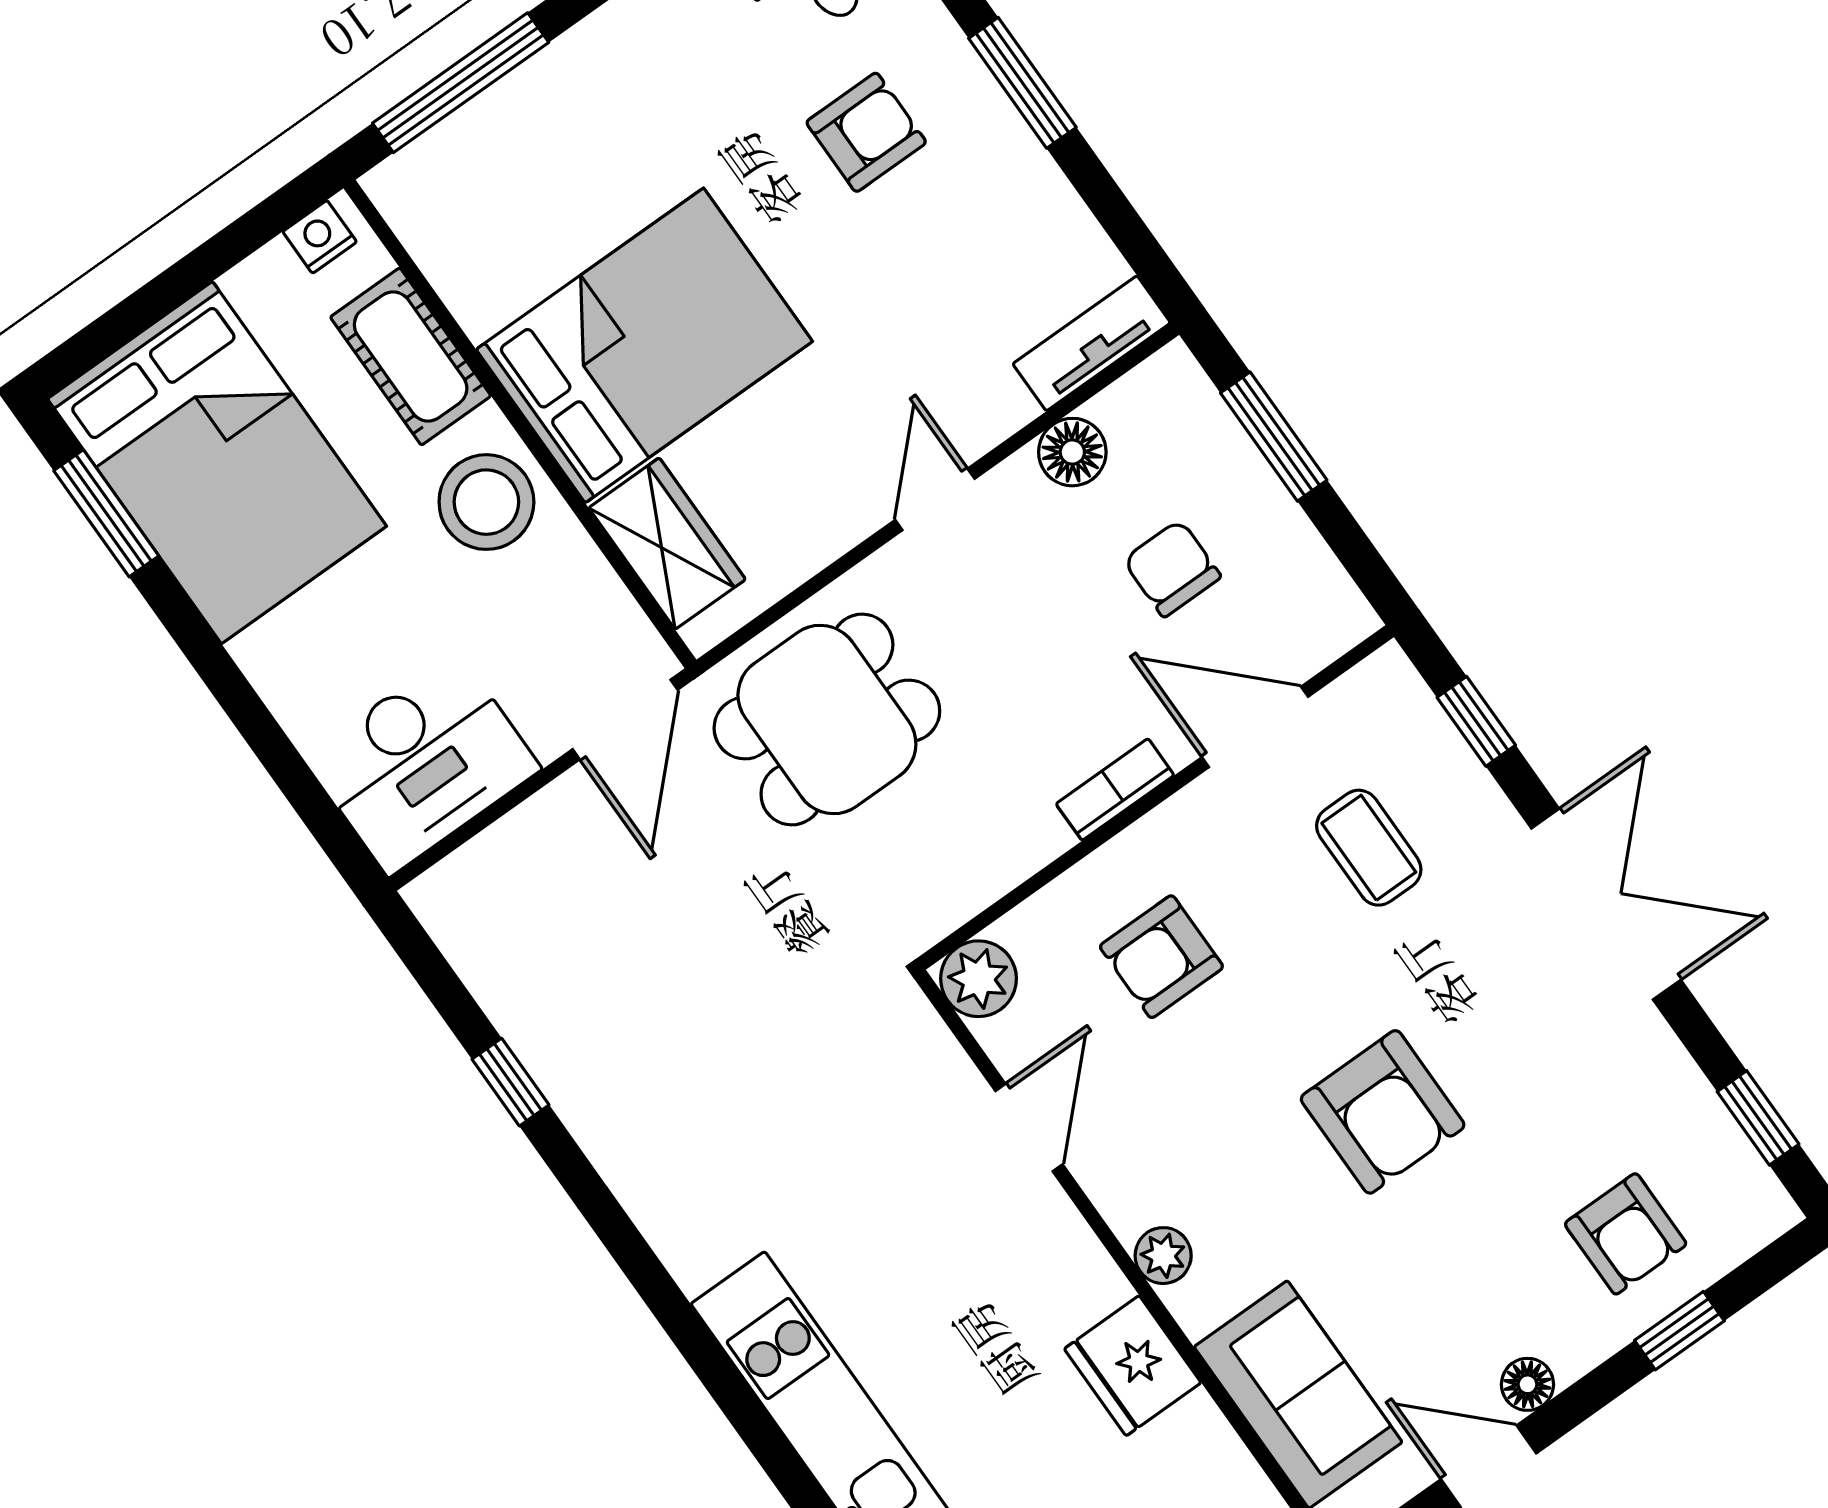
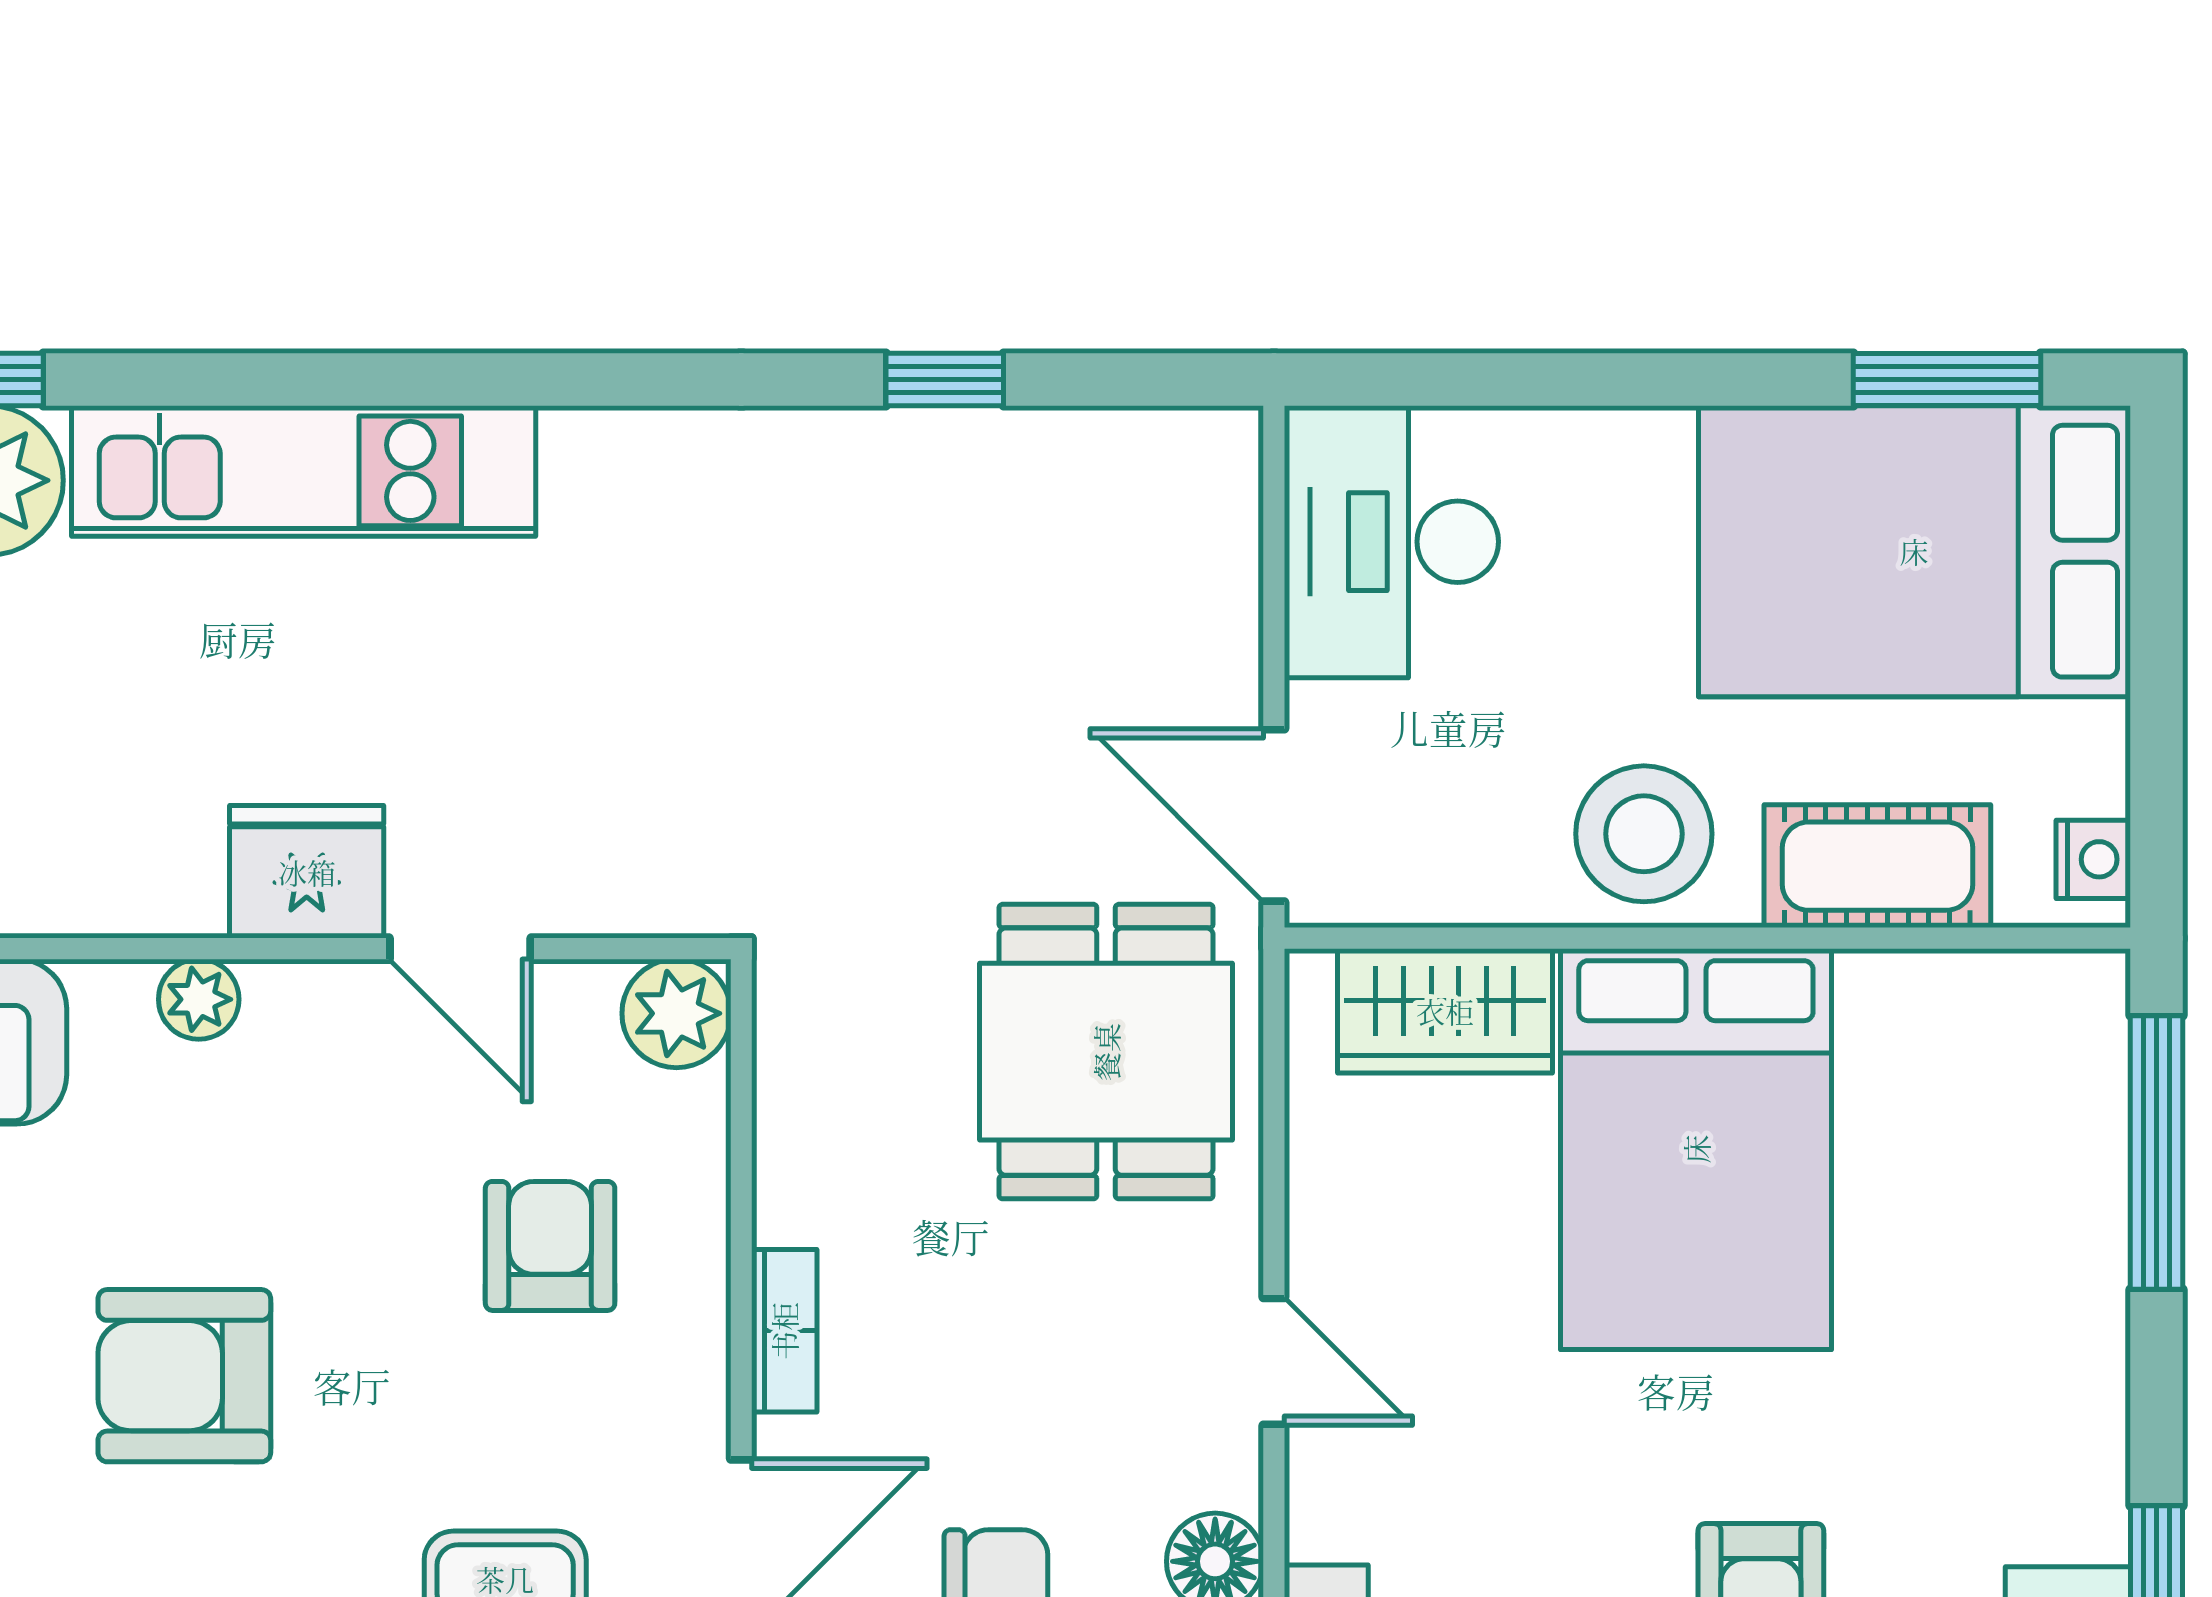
fridge: (1133, 1366) -> (307, 872), moved

